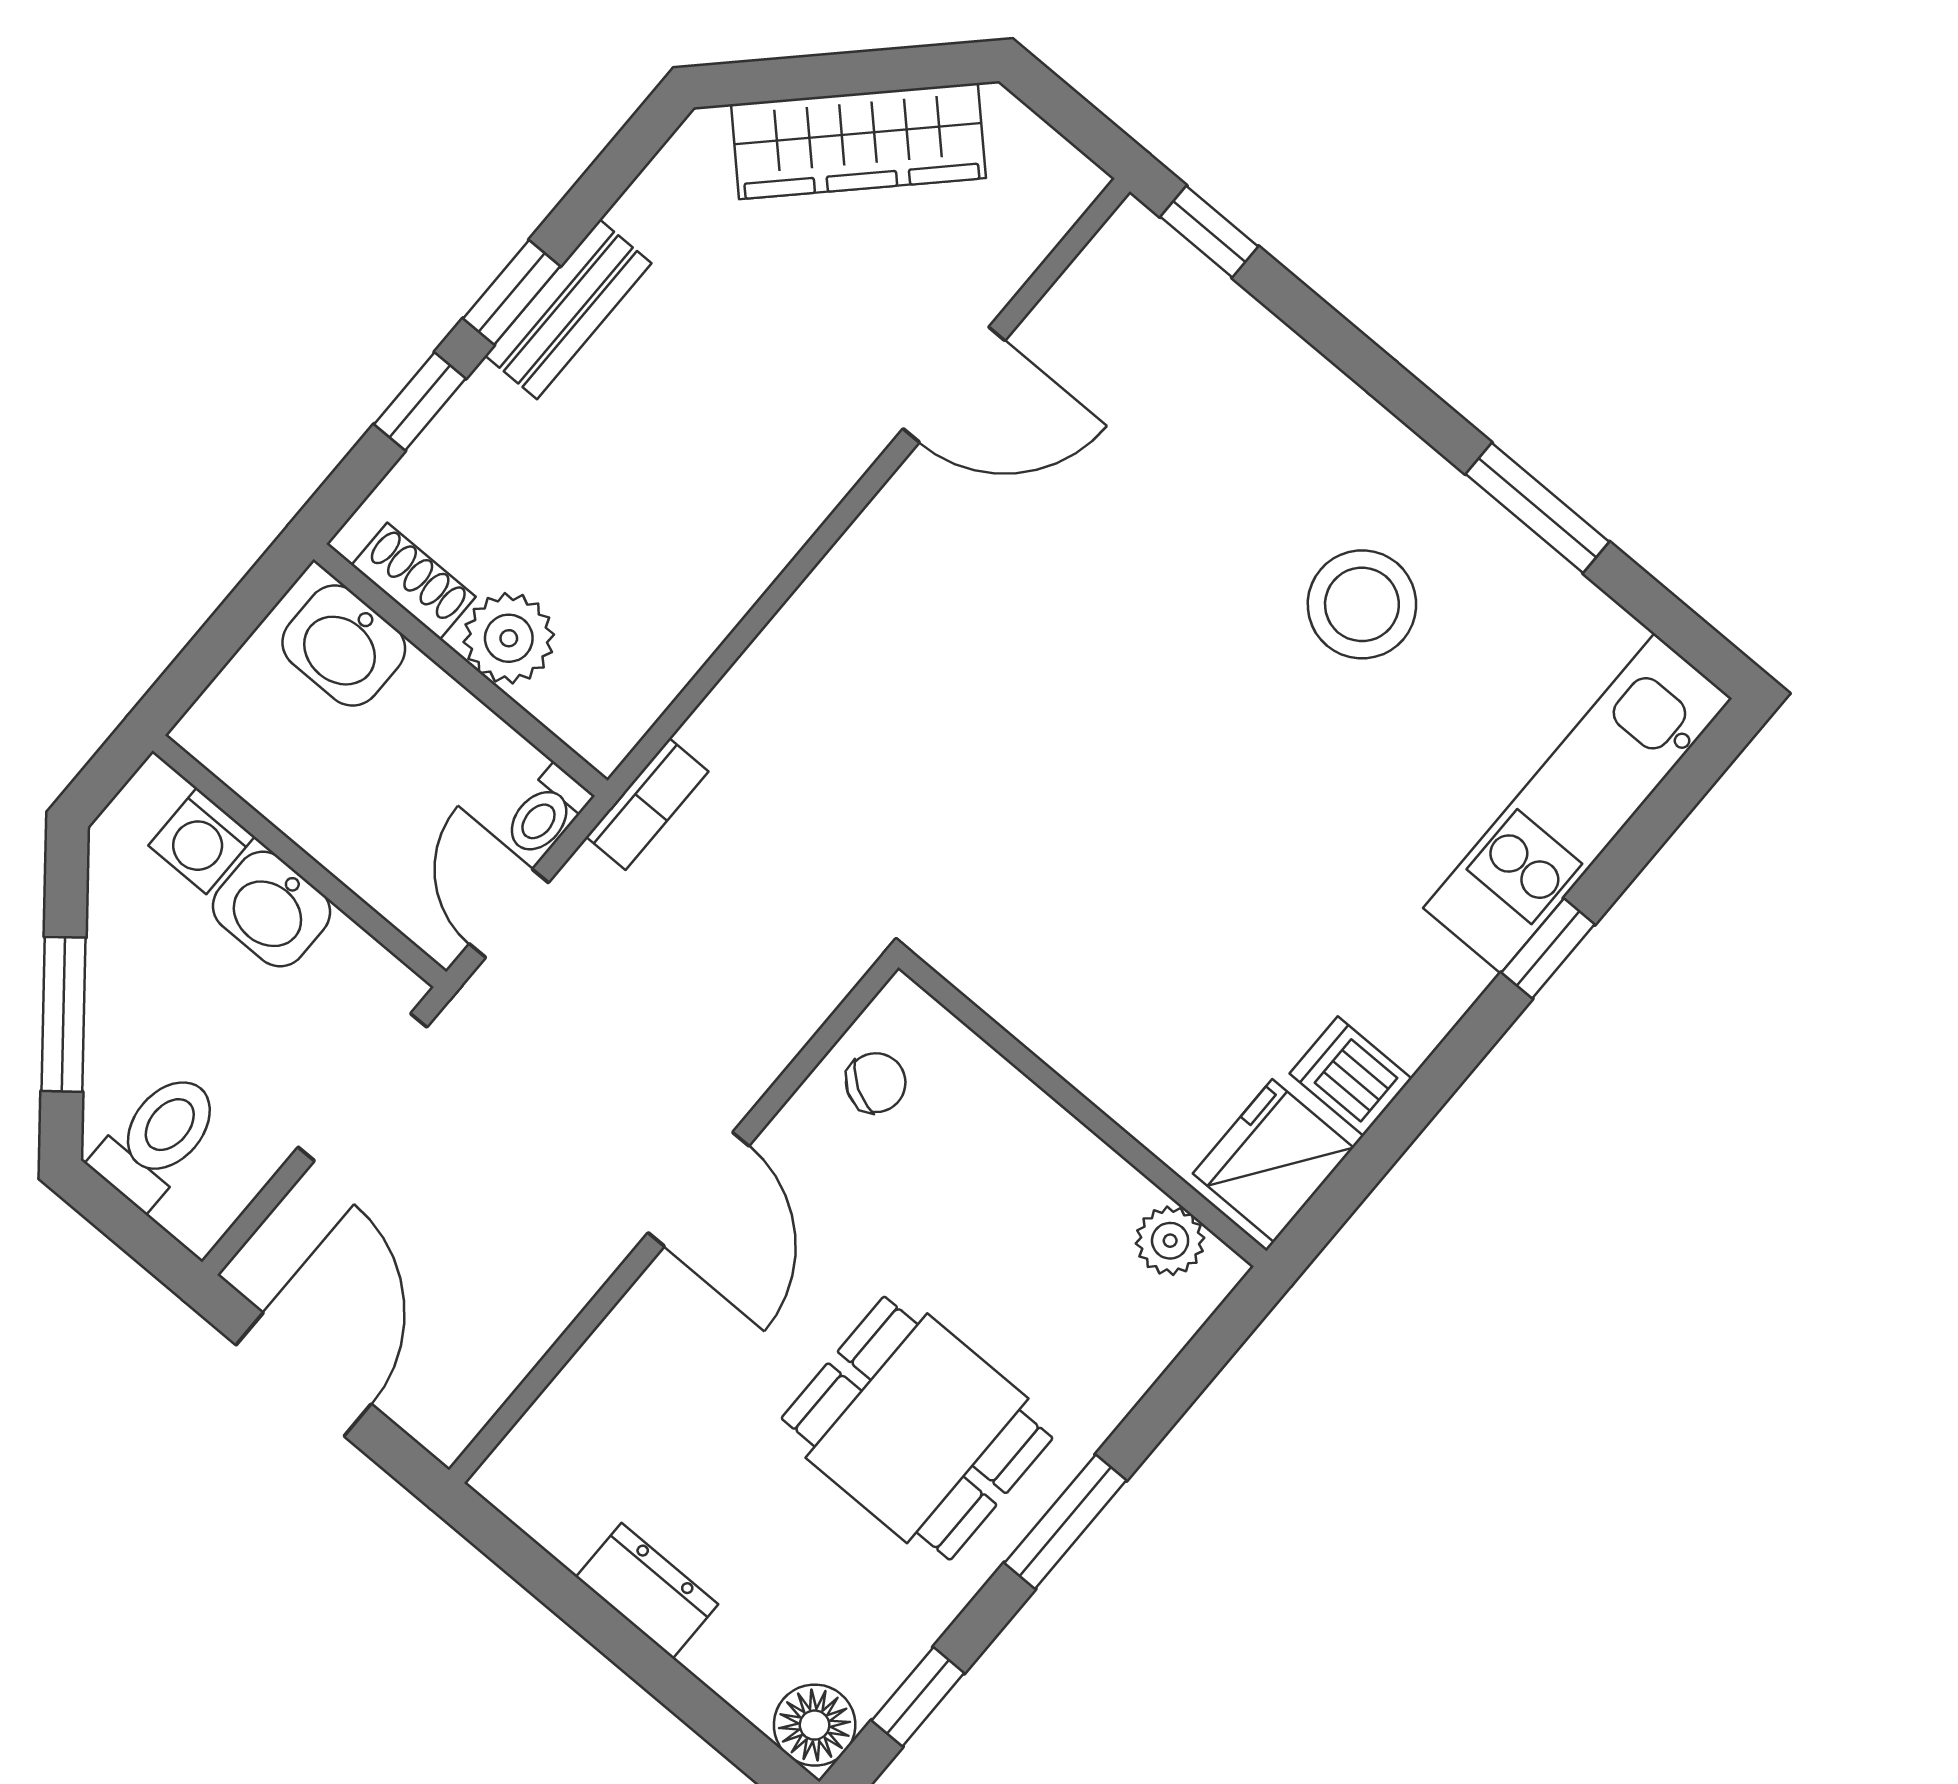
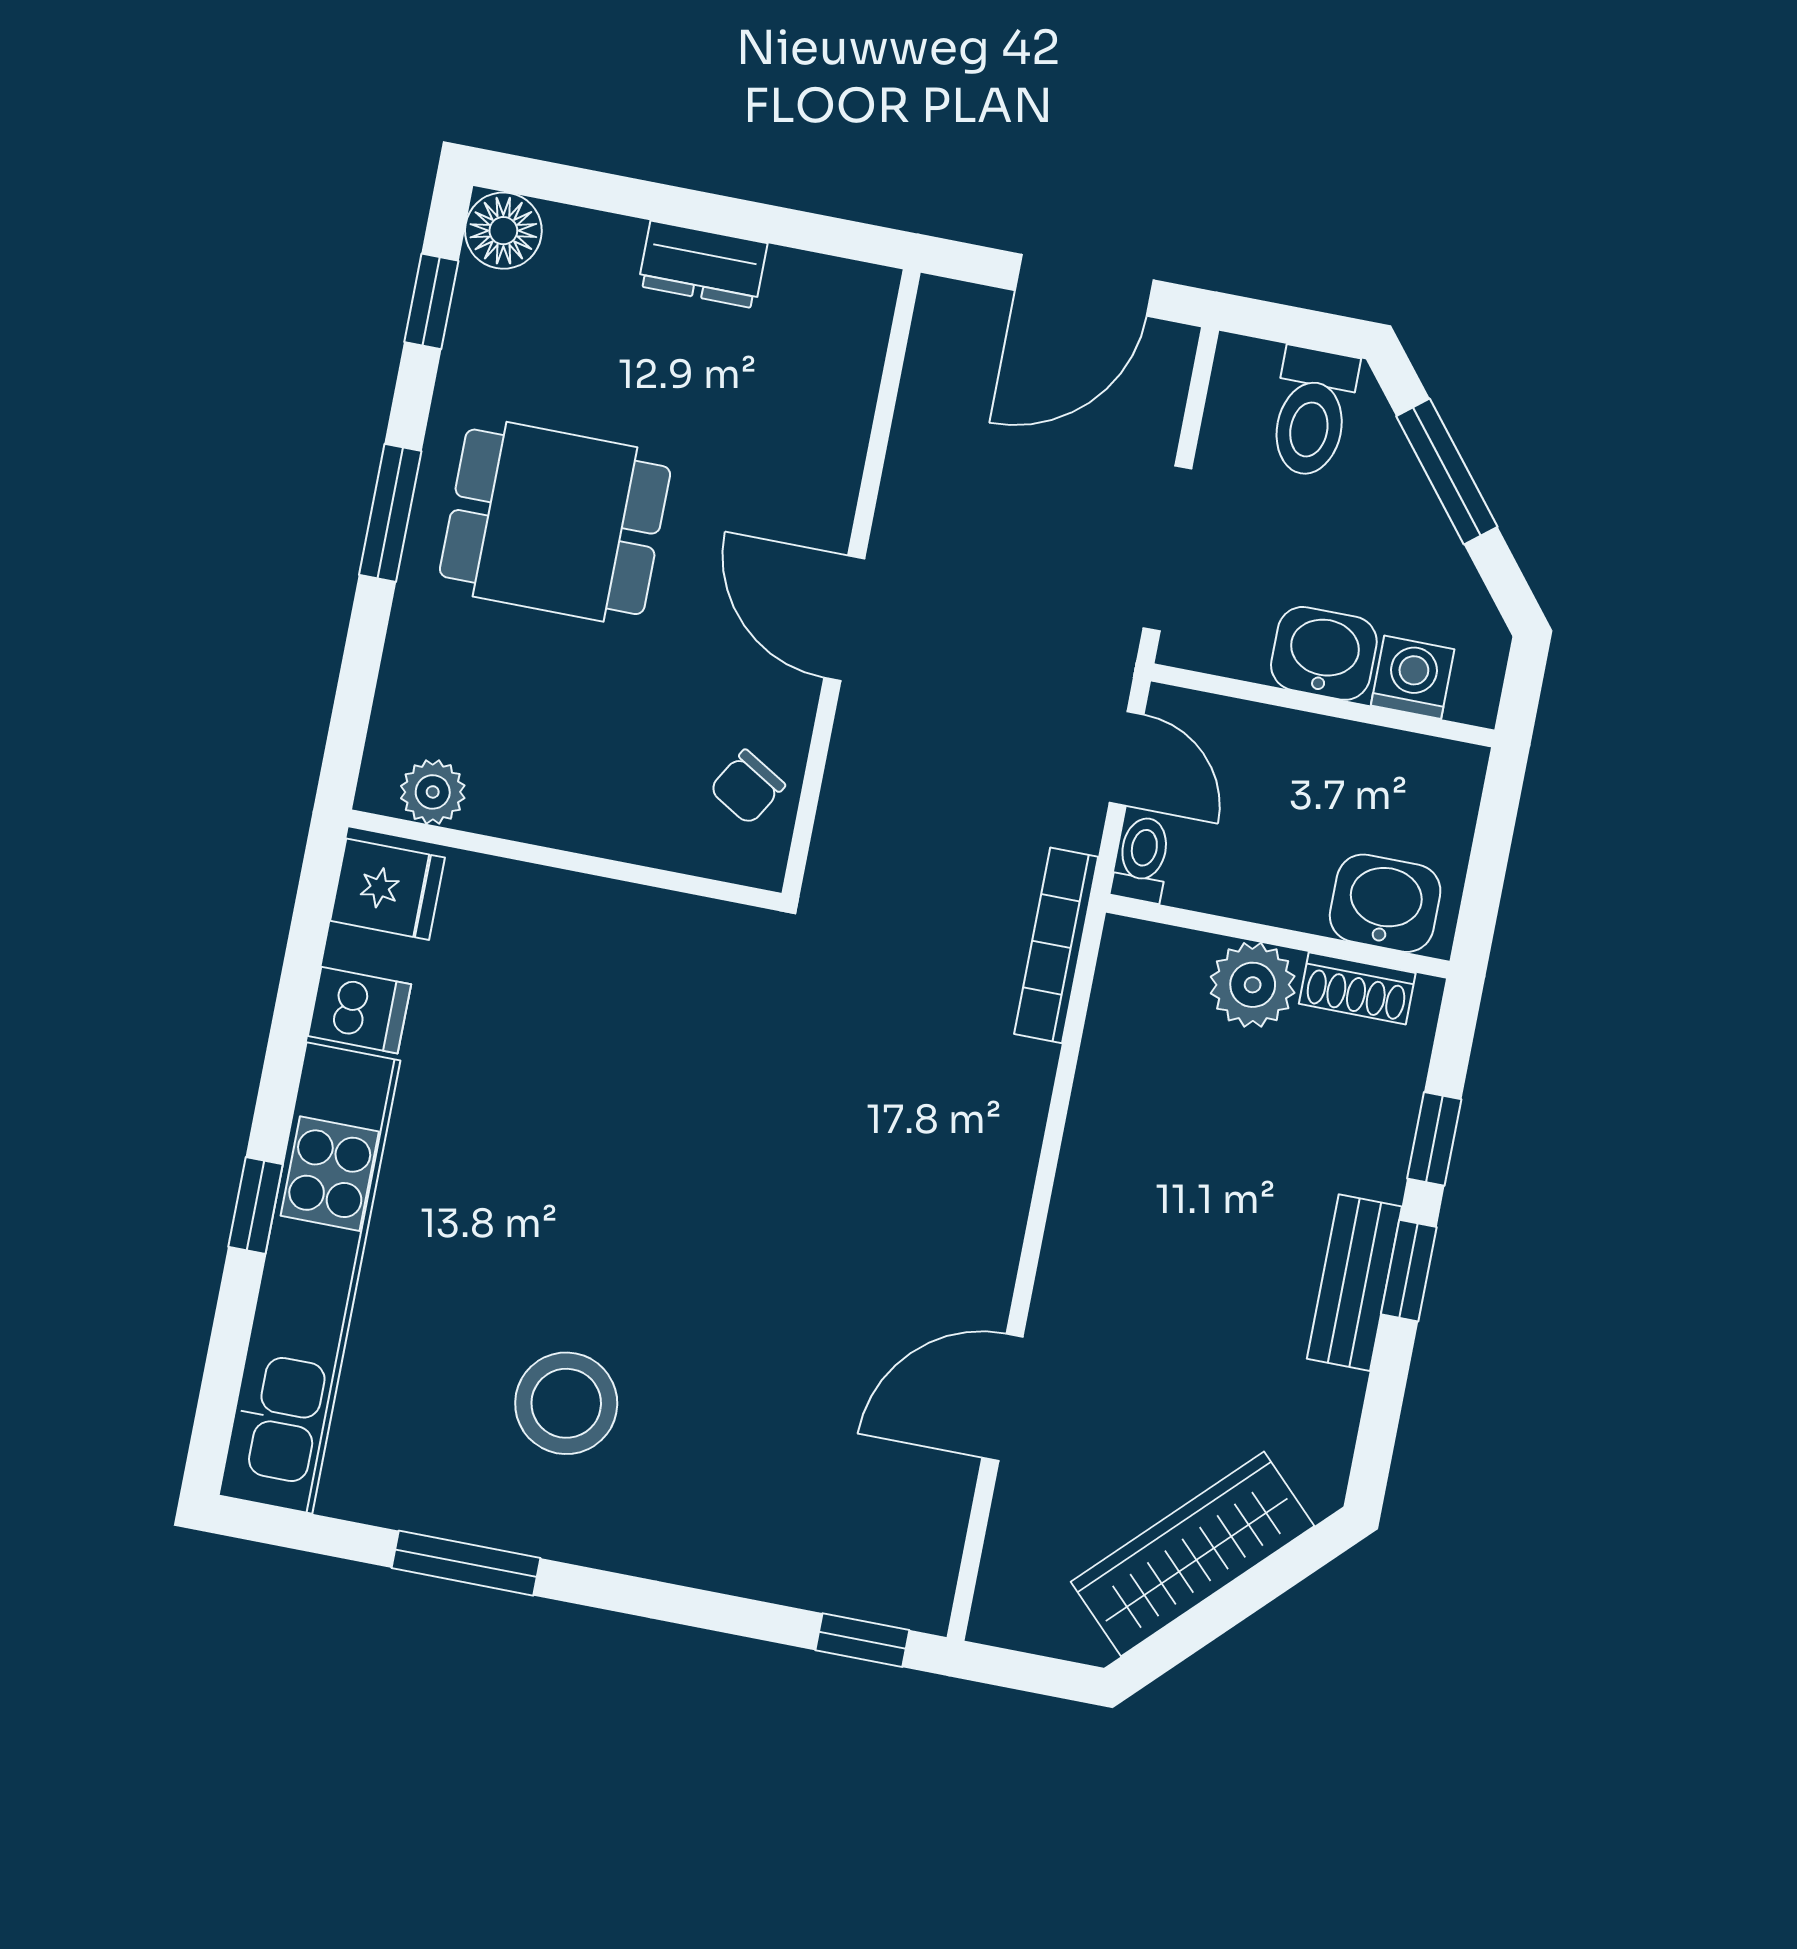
kitchen unit: (1578, 803) -> (309, 1278), width x1.36
bookcase: (647, 804) -> (1056, 945), width x1.56
fridge: (1273, 1161) -> (388, 889), width x0.72
door: (304, 1374) -> (1084, 285), hinge flipped

